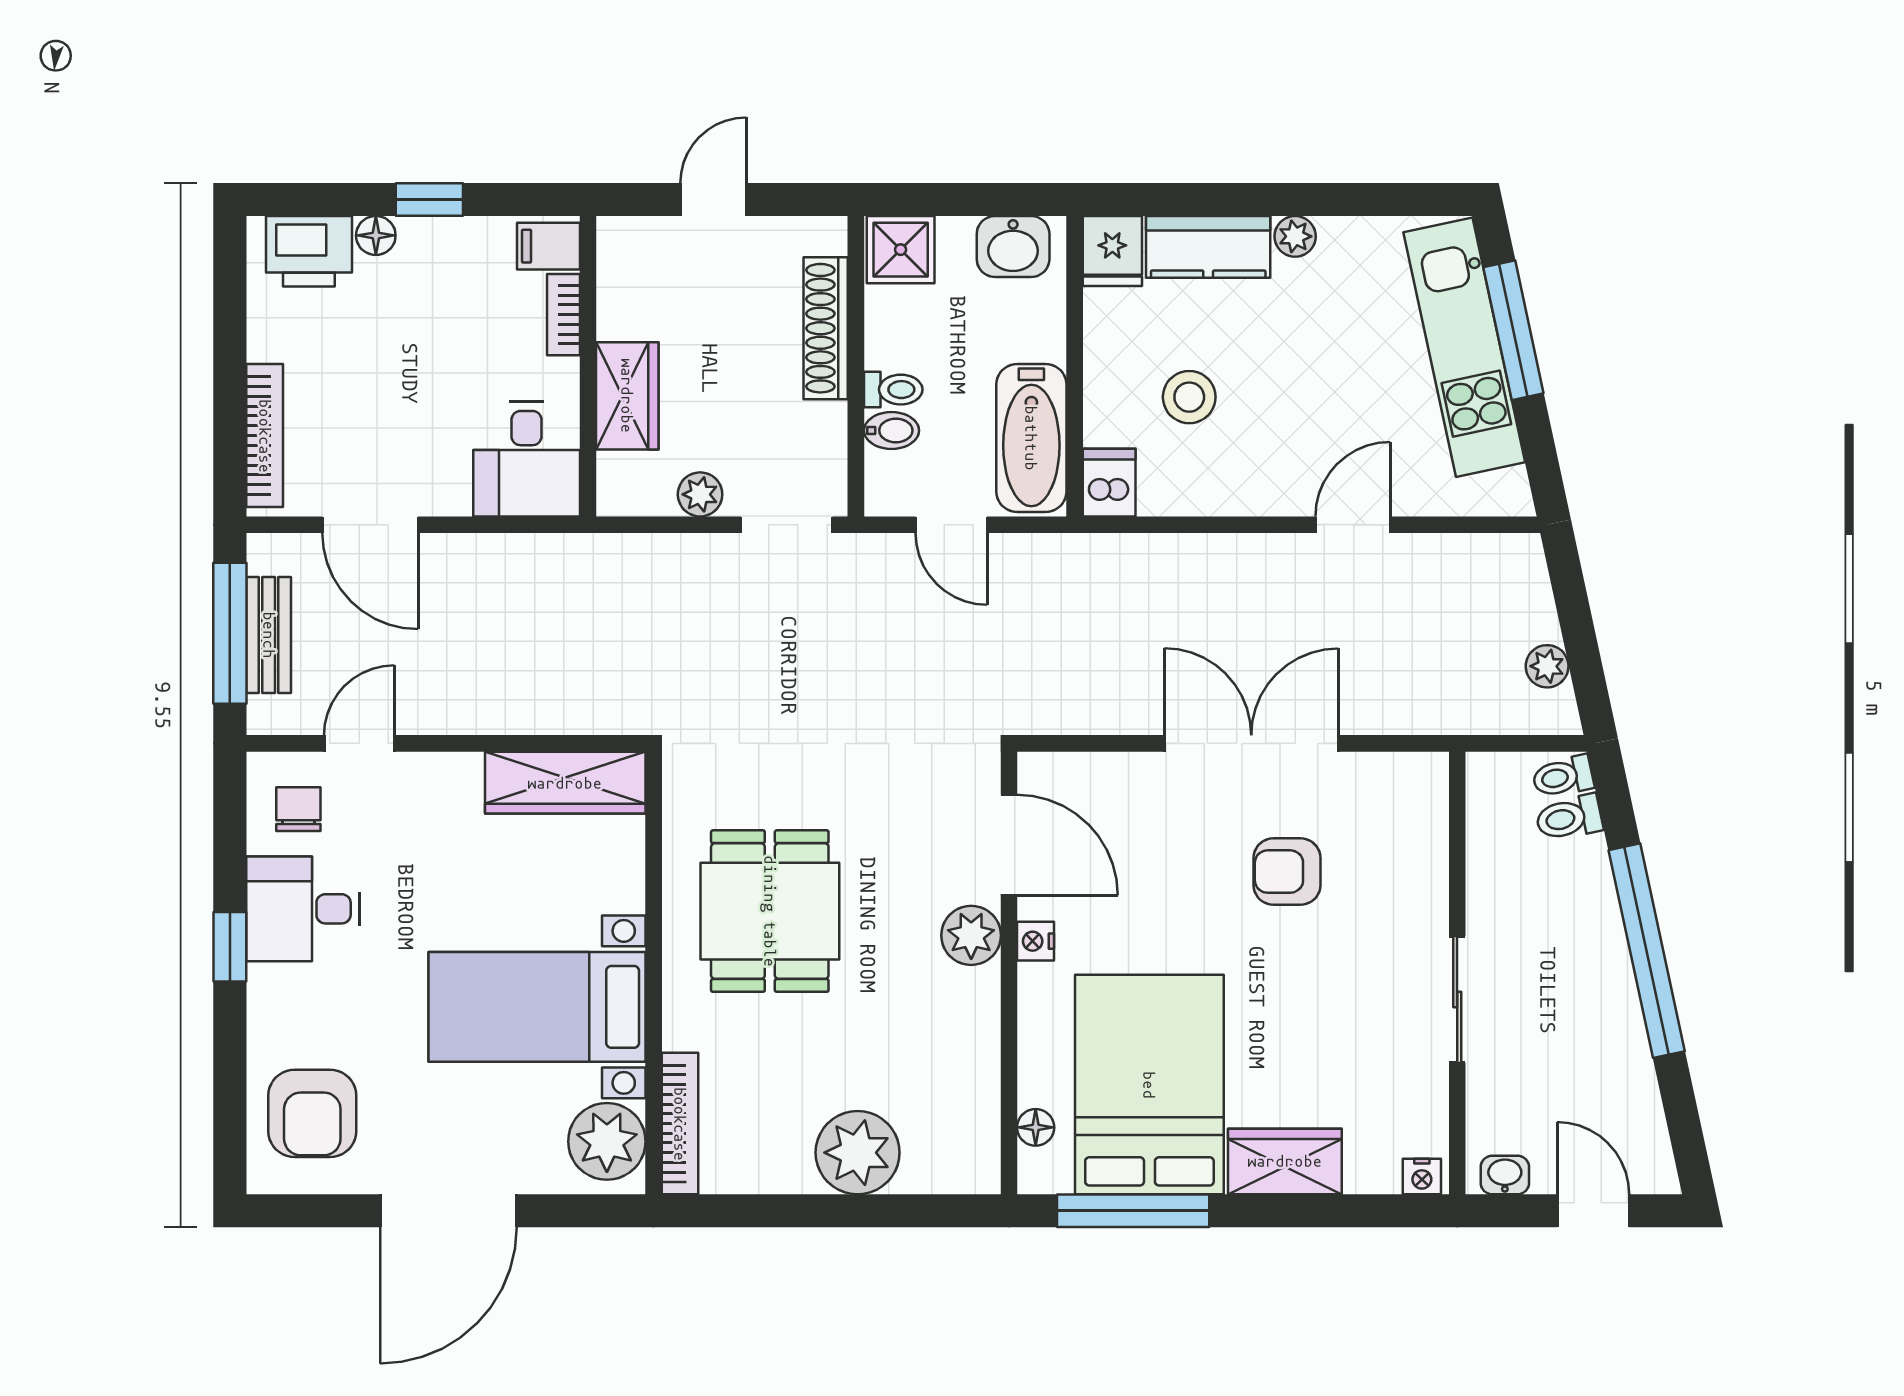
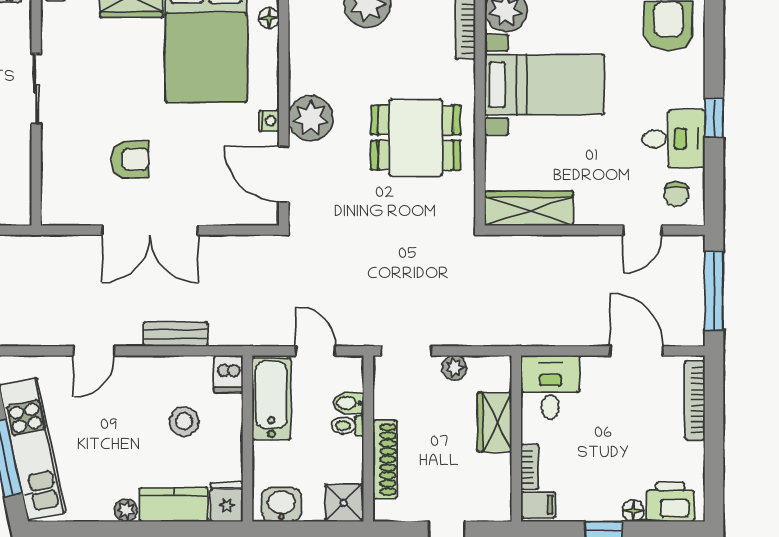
bench: (269, 635) -> (176, 334), moved, turned 90
dining table: (770, 911) -> (416, 138), turned 90
plant: (971, 935) -> (311, 118), width x1.36, depth x1.36

